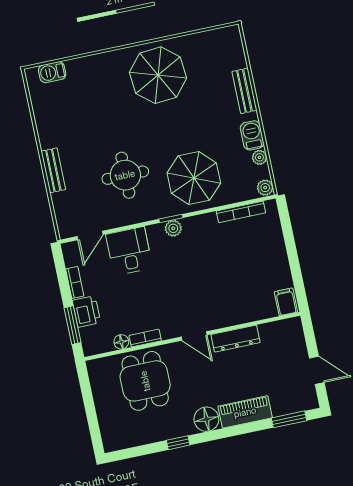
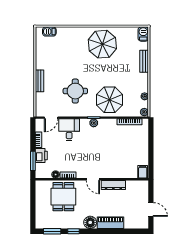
barbecue: (252, 135) -> (143, 34), moved
window: (289, 419) -> (52, 231), moved

